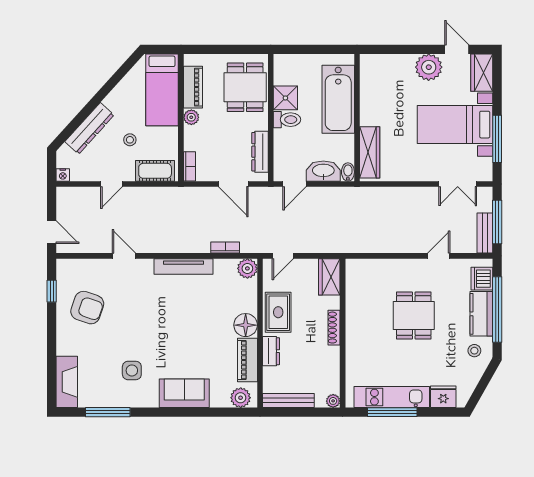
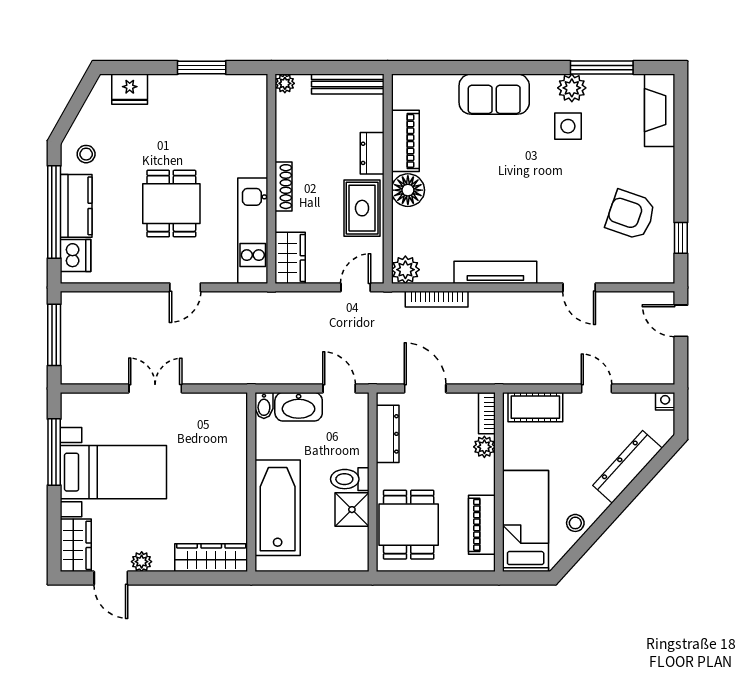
plant: (429, 67) -> (142, 562), width x0.53, depth x0.53
plant: (191, 117) -> (484, 447), moved
stool: (130, 140) -> (575, 523), moved
wardrobe: (370, 152) -> (211, 558), moved, turned 90
door: (112, 184) -> (597, 388), hinge flipped
door: (295, 184) -> (339, 388), hinge flipped
double door: (458, 184) -> (155, 388), moved
bench: (485, 233) -> (71, 320), removed
bookcase: (225, 247) -> (437, 299), width x1.56
door: (439, 256) -> (185, 287), moved
kitchen unit: (392, 397) -> (253, 231), moved, turned 90
plant: (241, 398) -> (572, 88), moved
window: (392, 412) -> (202, 68), width x0.69

